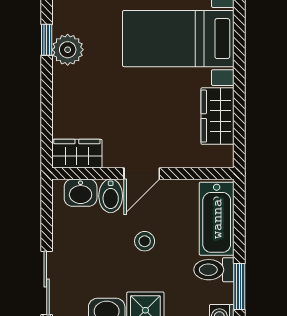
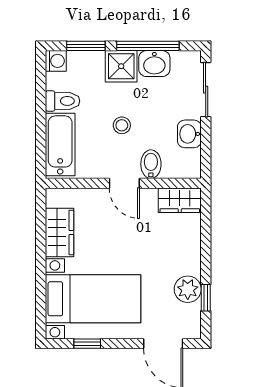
door: (142, 174) -> (124, 183), swing flipped
washbasin: (81, 193) -> (189, 134), moved, turned -90
window: (239, 286) -> (41, 87), removed

